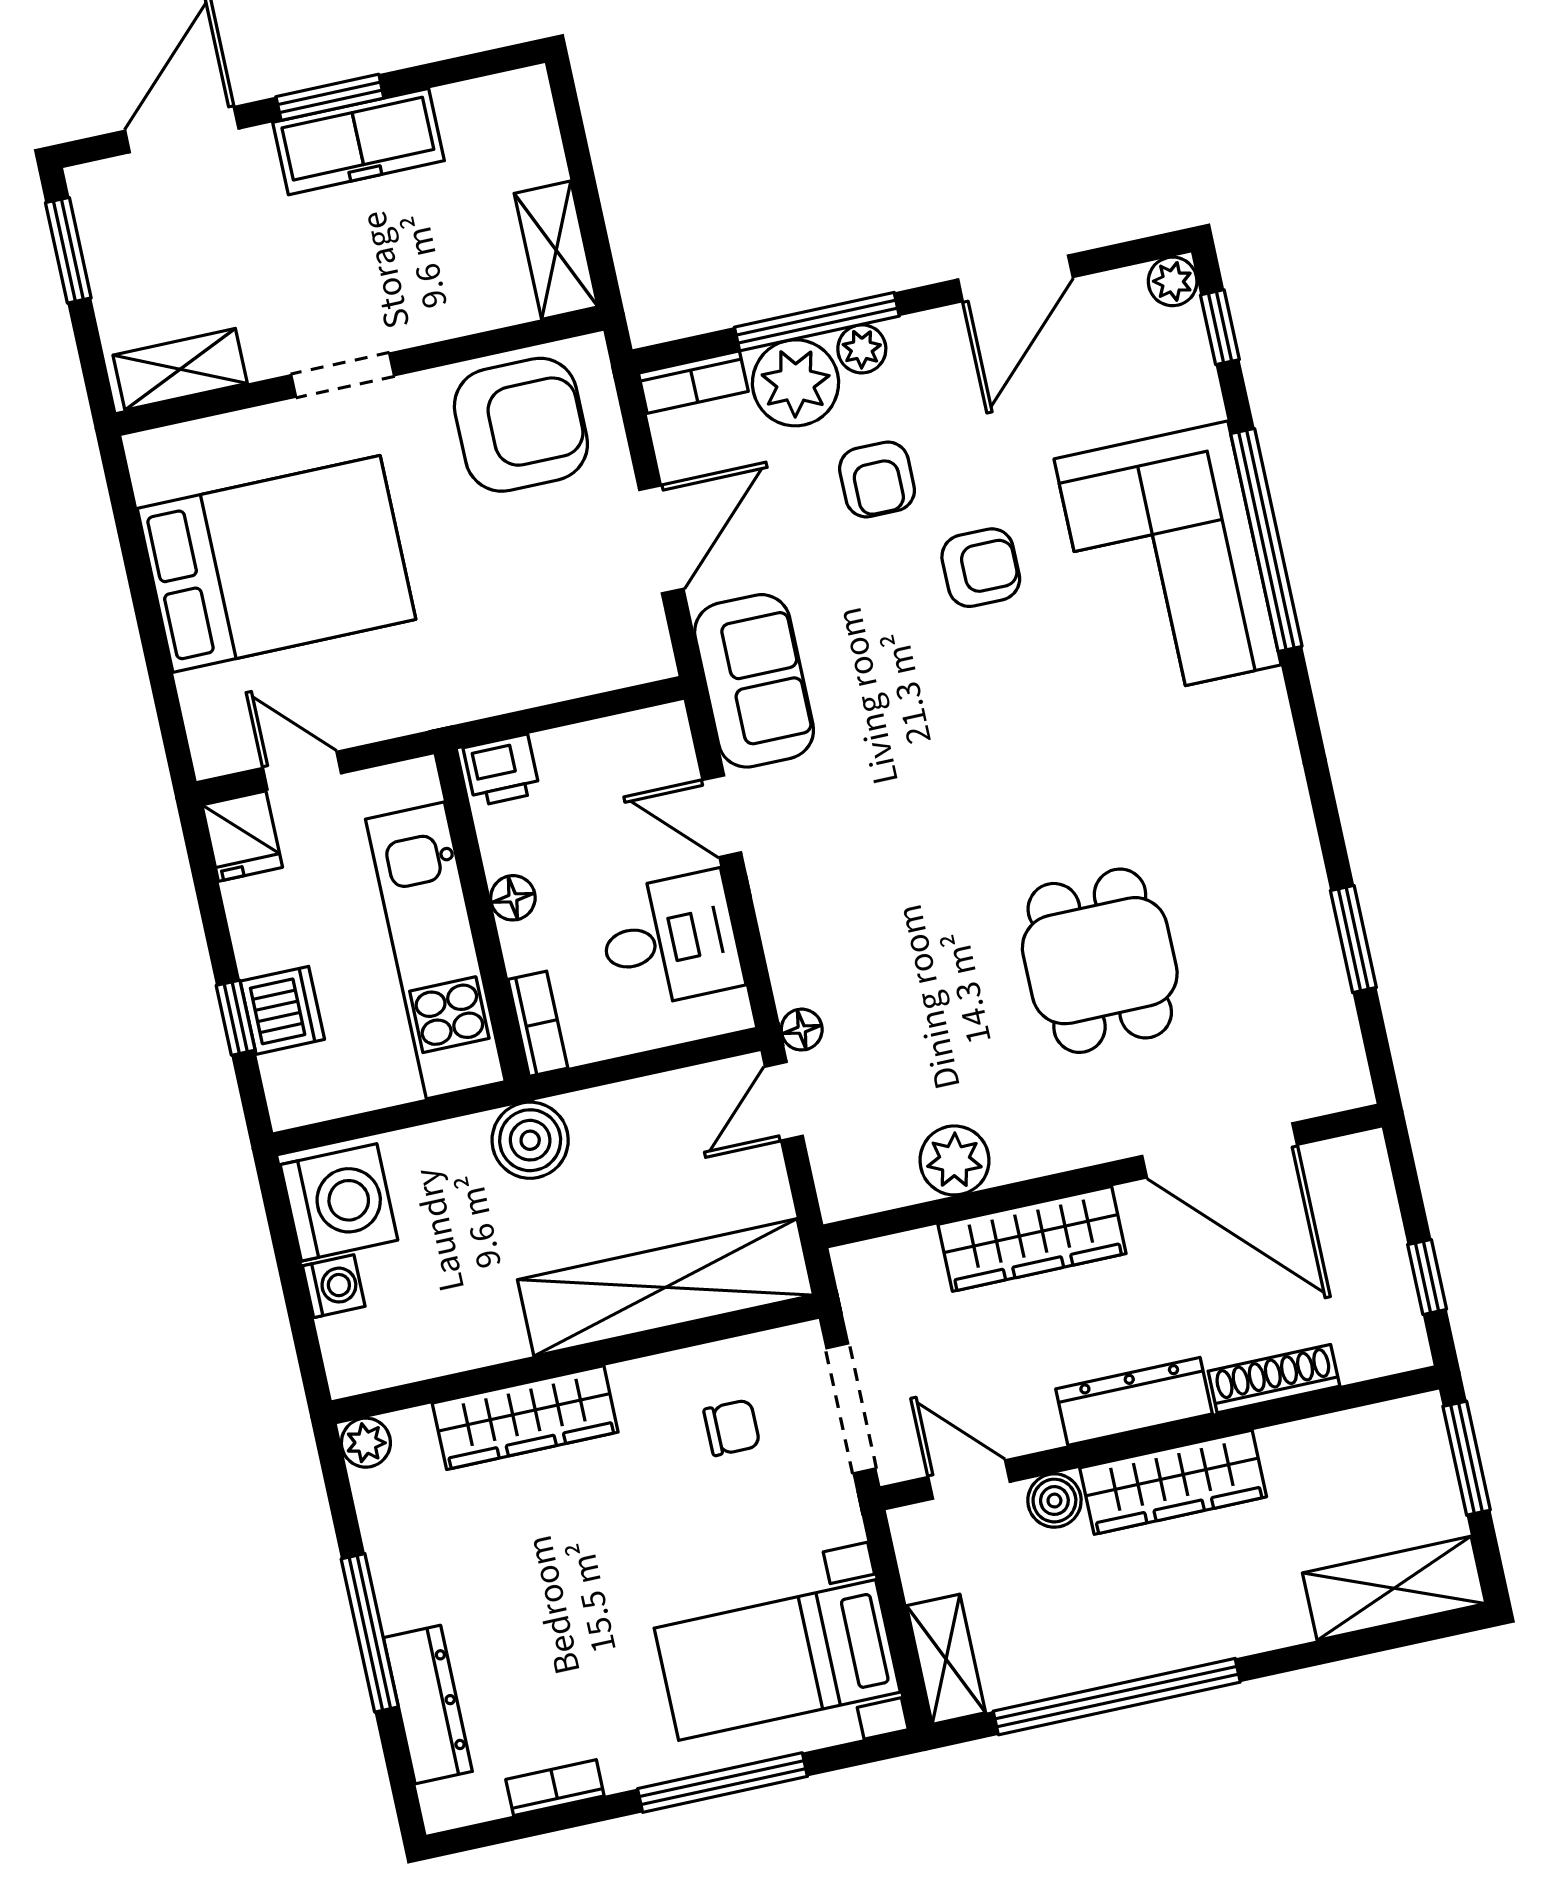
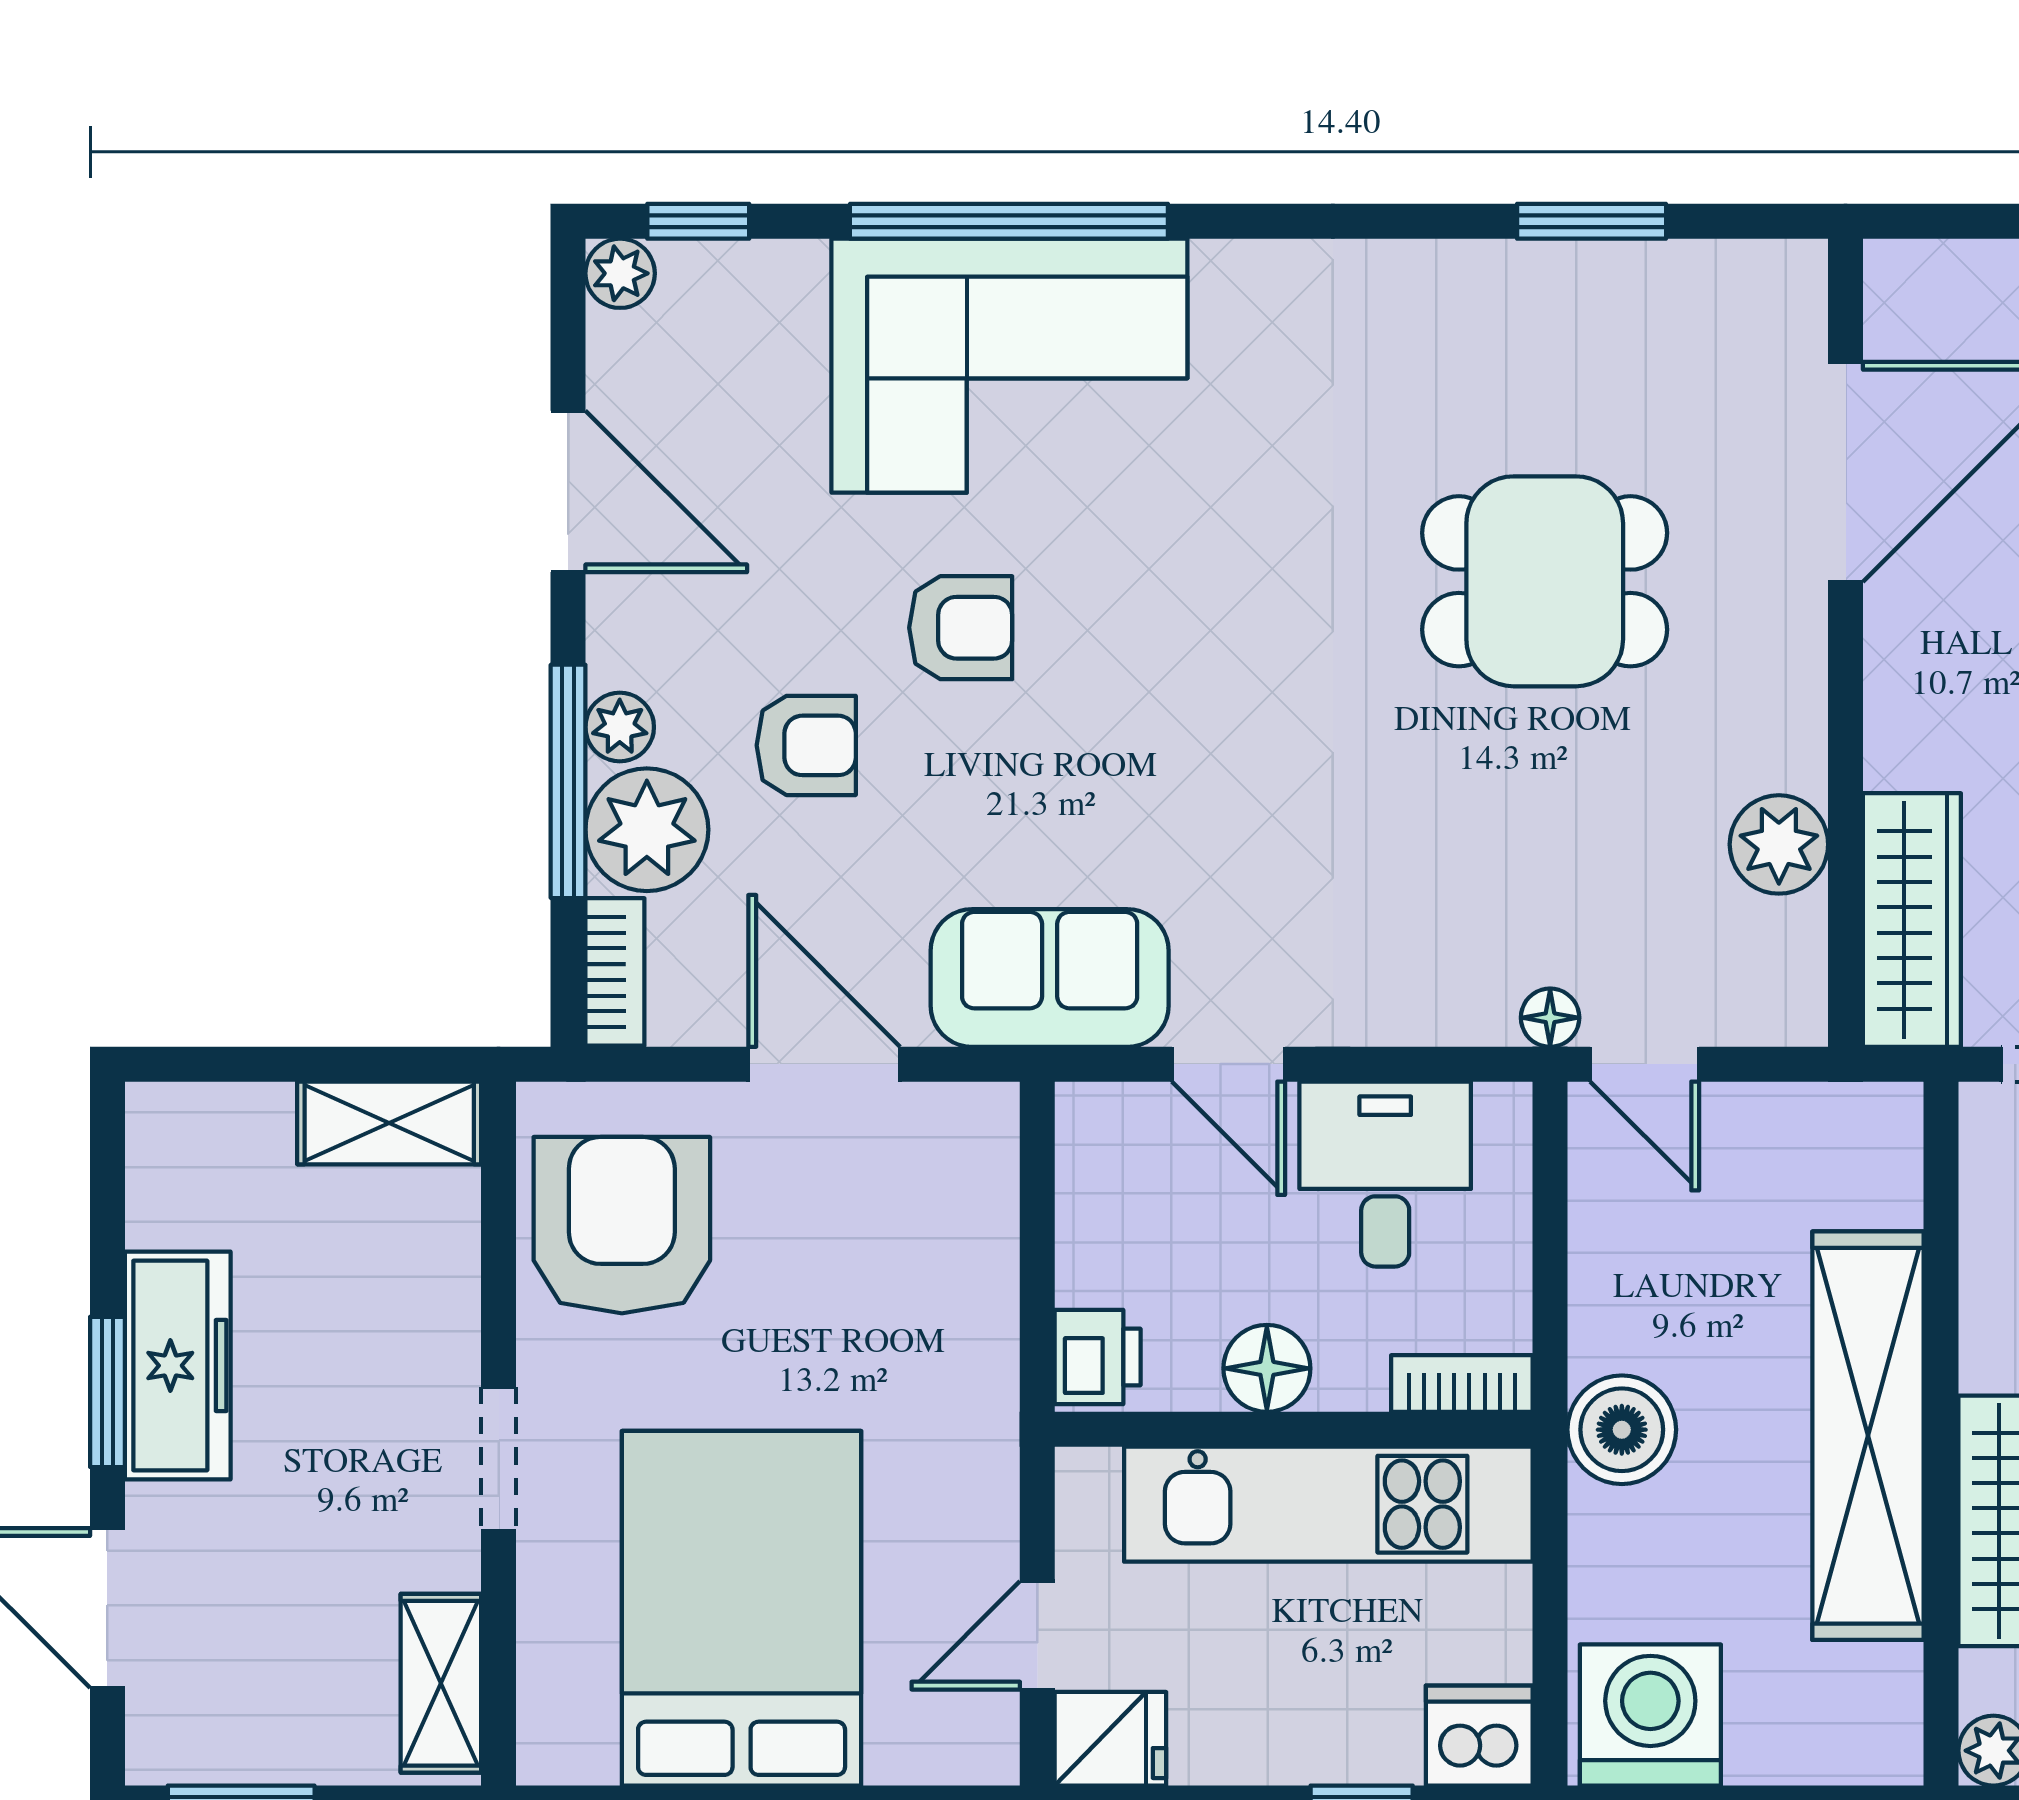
armchair: (981, 568) -> (961, 628), turned 90
door: (722, 816) -> (1228, 1064), hinge flipped
floor lamp: (513, 898) -> (1267, 1368), width x1.37, depth x1.37
dishwasher: (282, 1010) -> (1479, 1736), moved
wardrobe: (1032, 1239) -> (1912, 920), moved
washing machine: (334, 1286) -> (1766, 1748), removed
shelving: (665, 1287) -> (1868, 1436), moved

